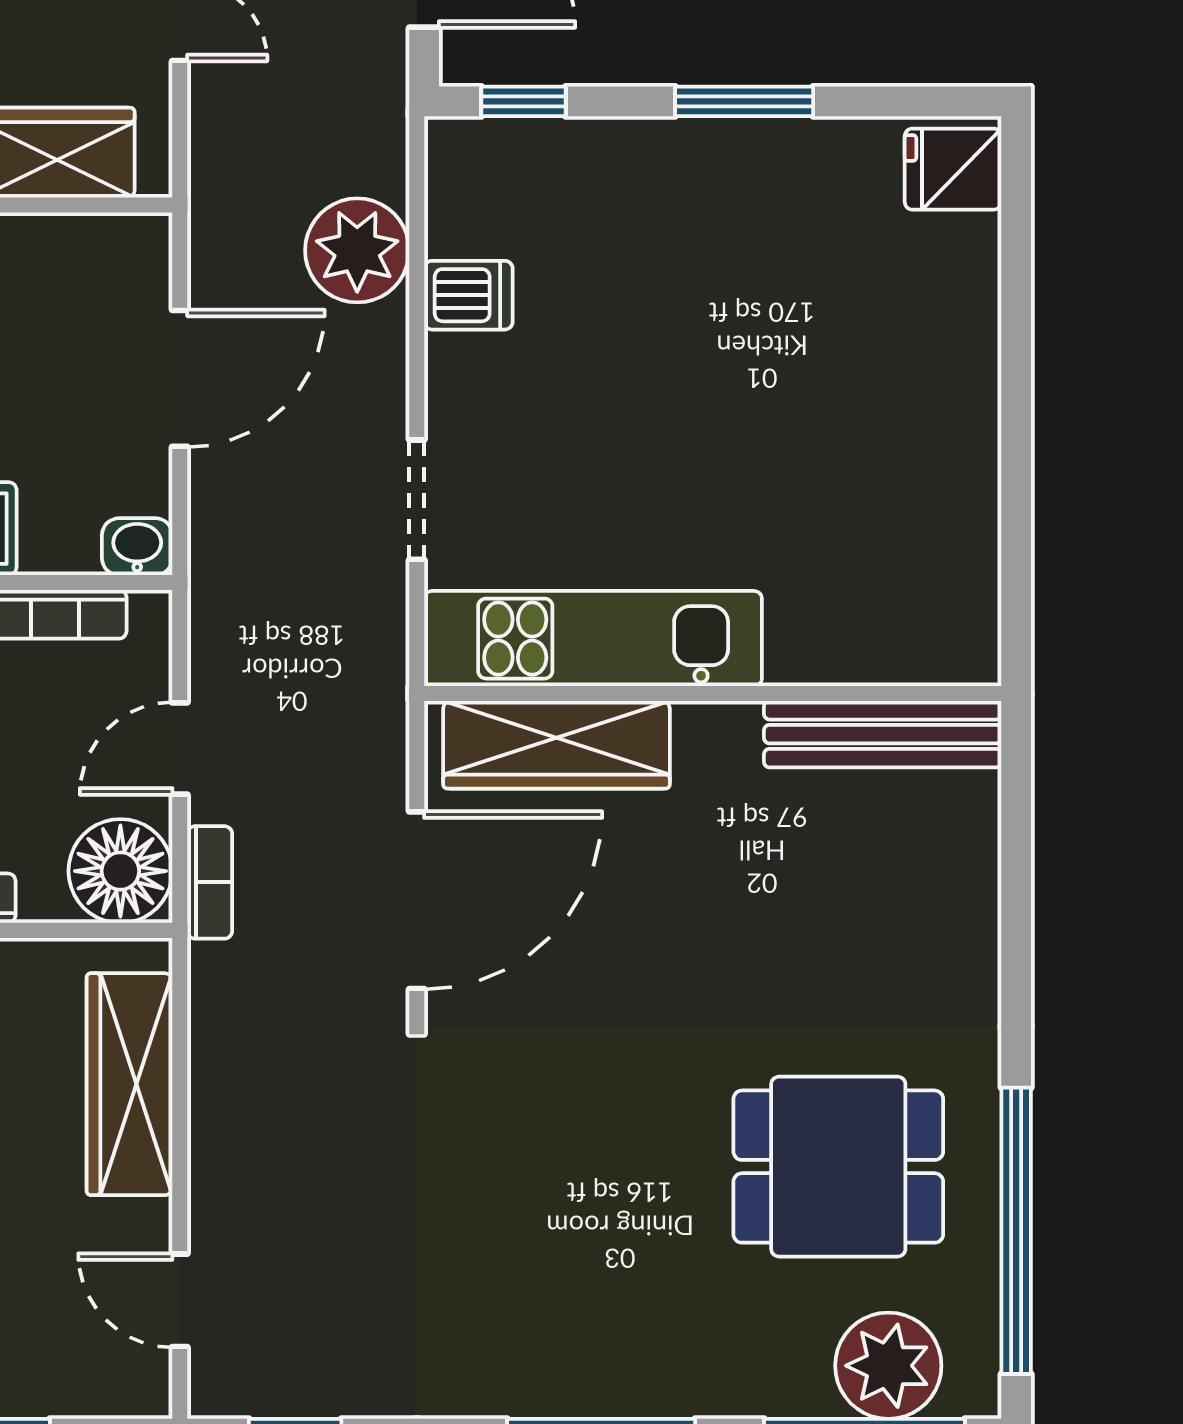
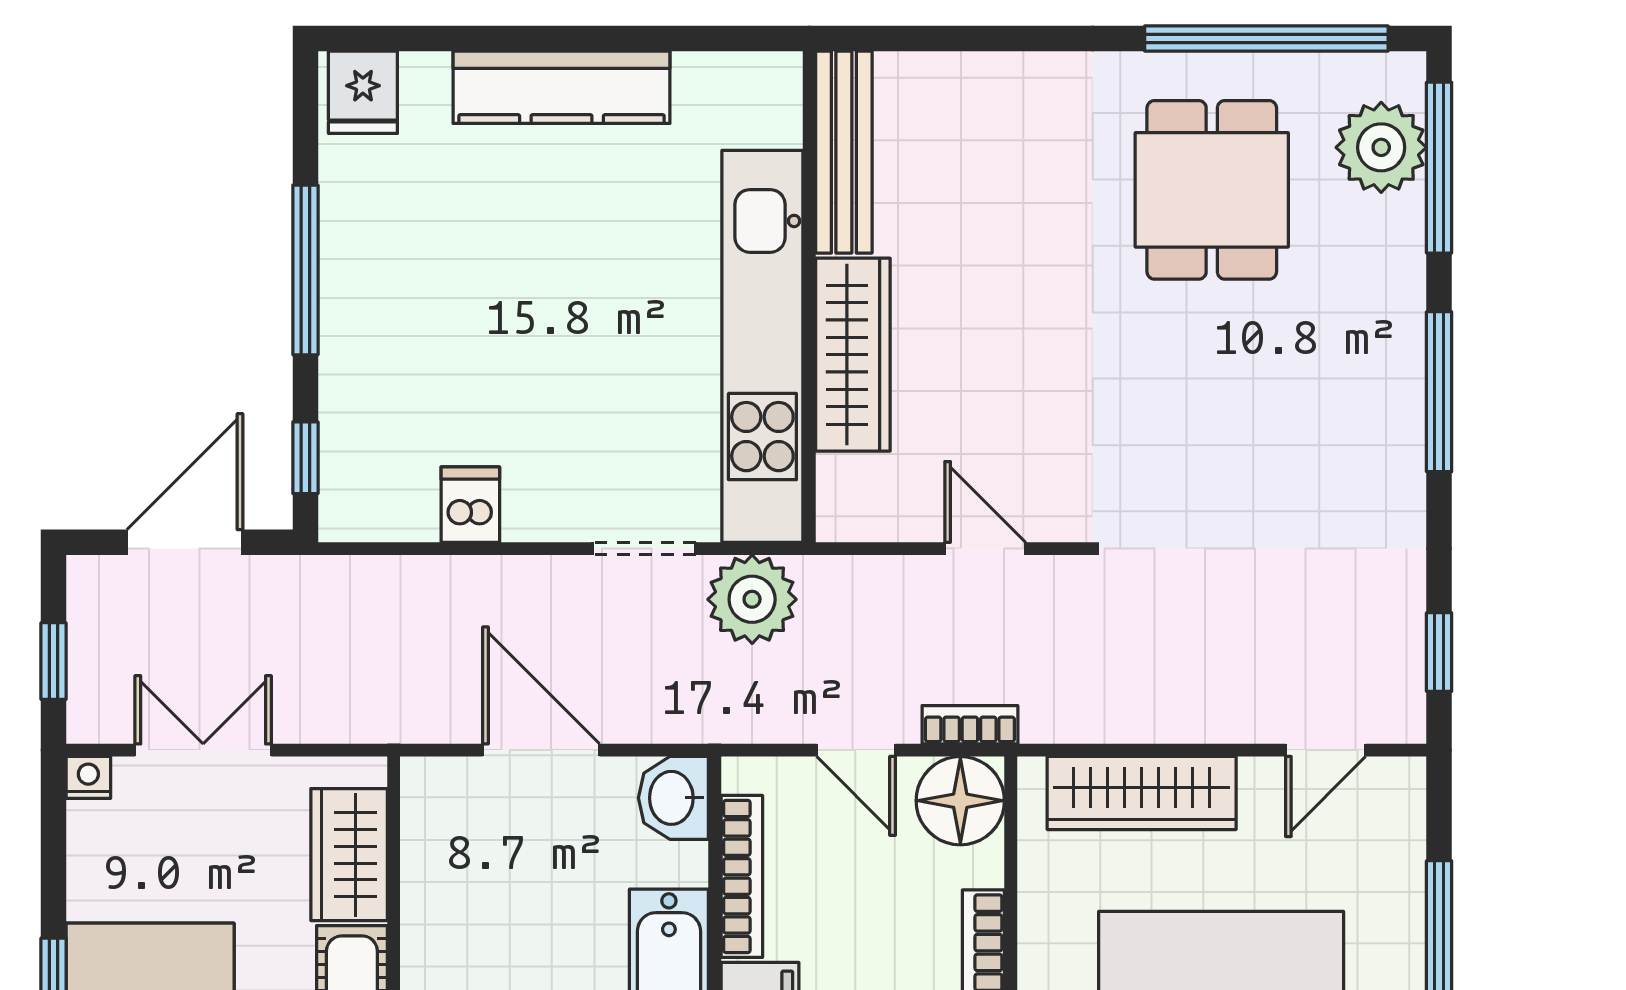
window: (744, 101) -> (305, 270), width x1.44
plant: (357, 250) -> (752, 599), moved
kitchen counter: (959, 402) -> (562, 87), added
washbasin: (137, 547) -> (673, 798), width x1.38, depth x1.45
kitchen unit: (593, 639) -> (762, 346), width x1.36
wardrobe: (556, 745) -> (853, 355), moved
door: (417, 900) -> (985, 549), width x0.53

